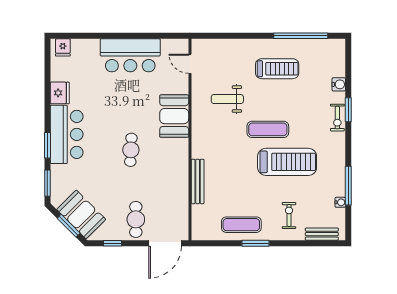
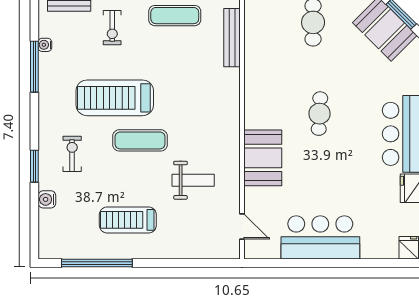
exercise bike: (337, 118) -> (72, 154), moved
bench: (198, 181) -> (232, 38), moved

